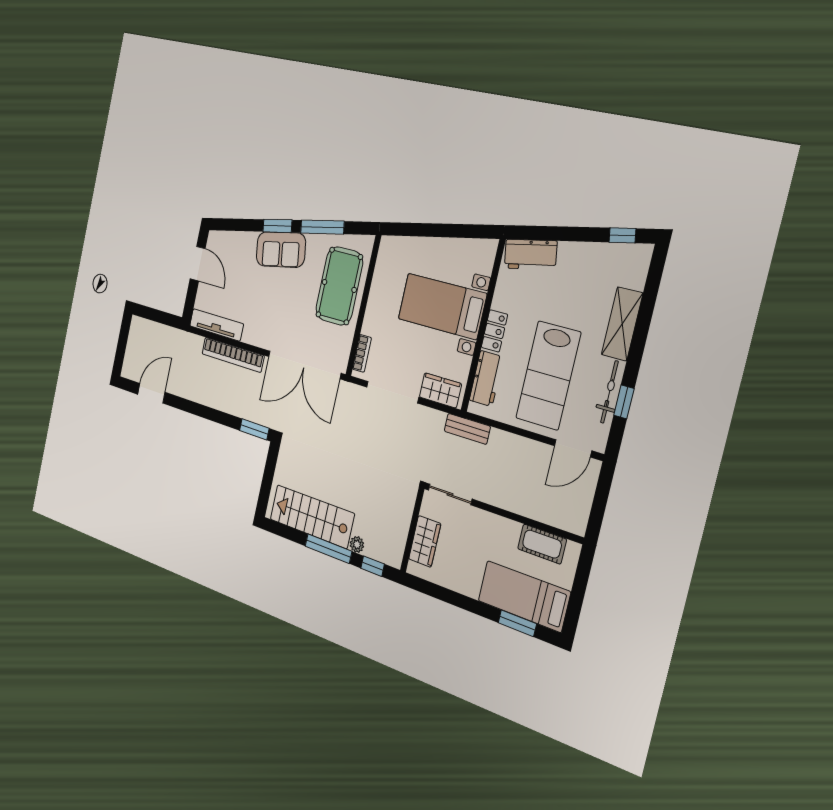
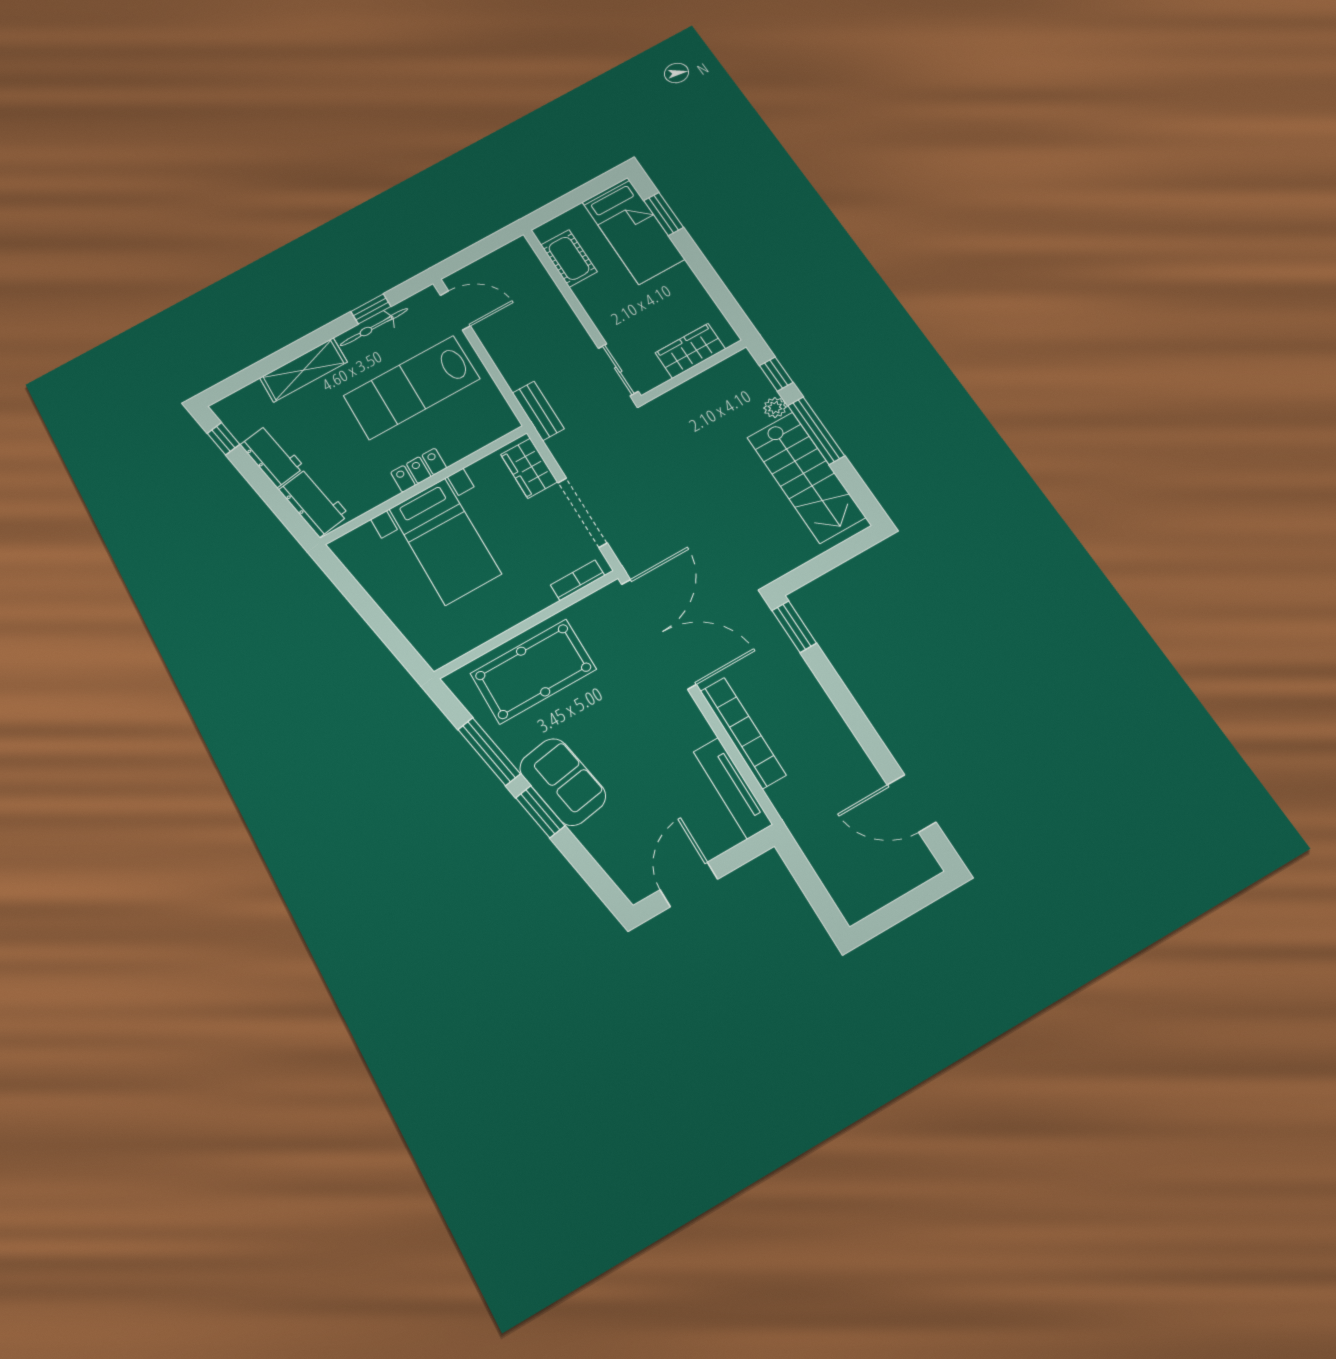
lab bench: (548, 375) -> (412, 387), turned 180
workbench: (486, 379) -> (272, 456), moved, turned 80

